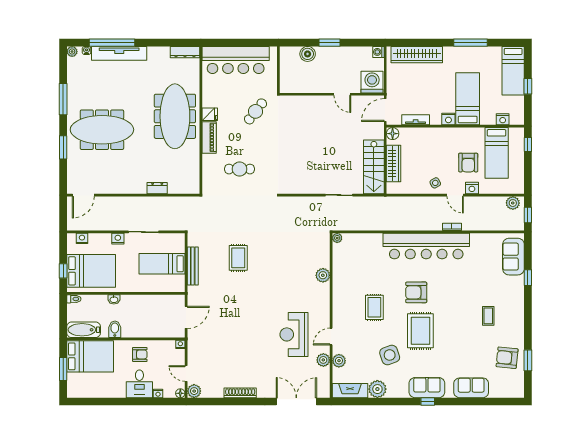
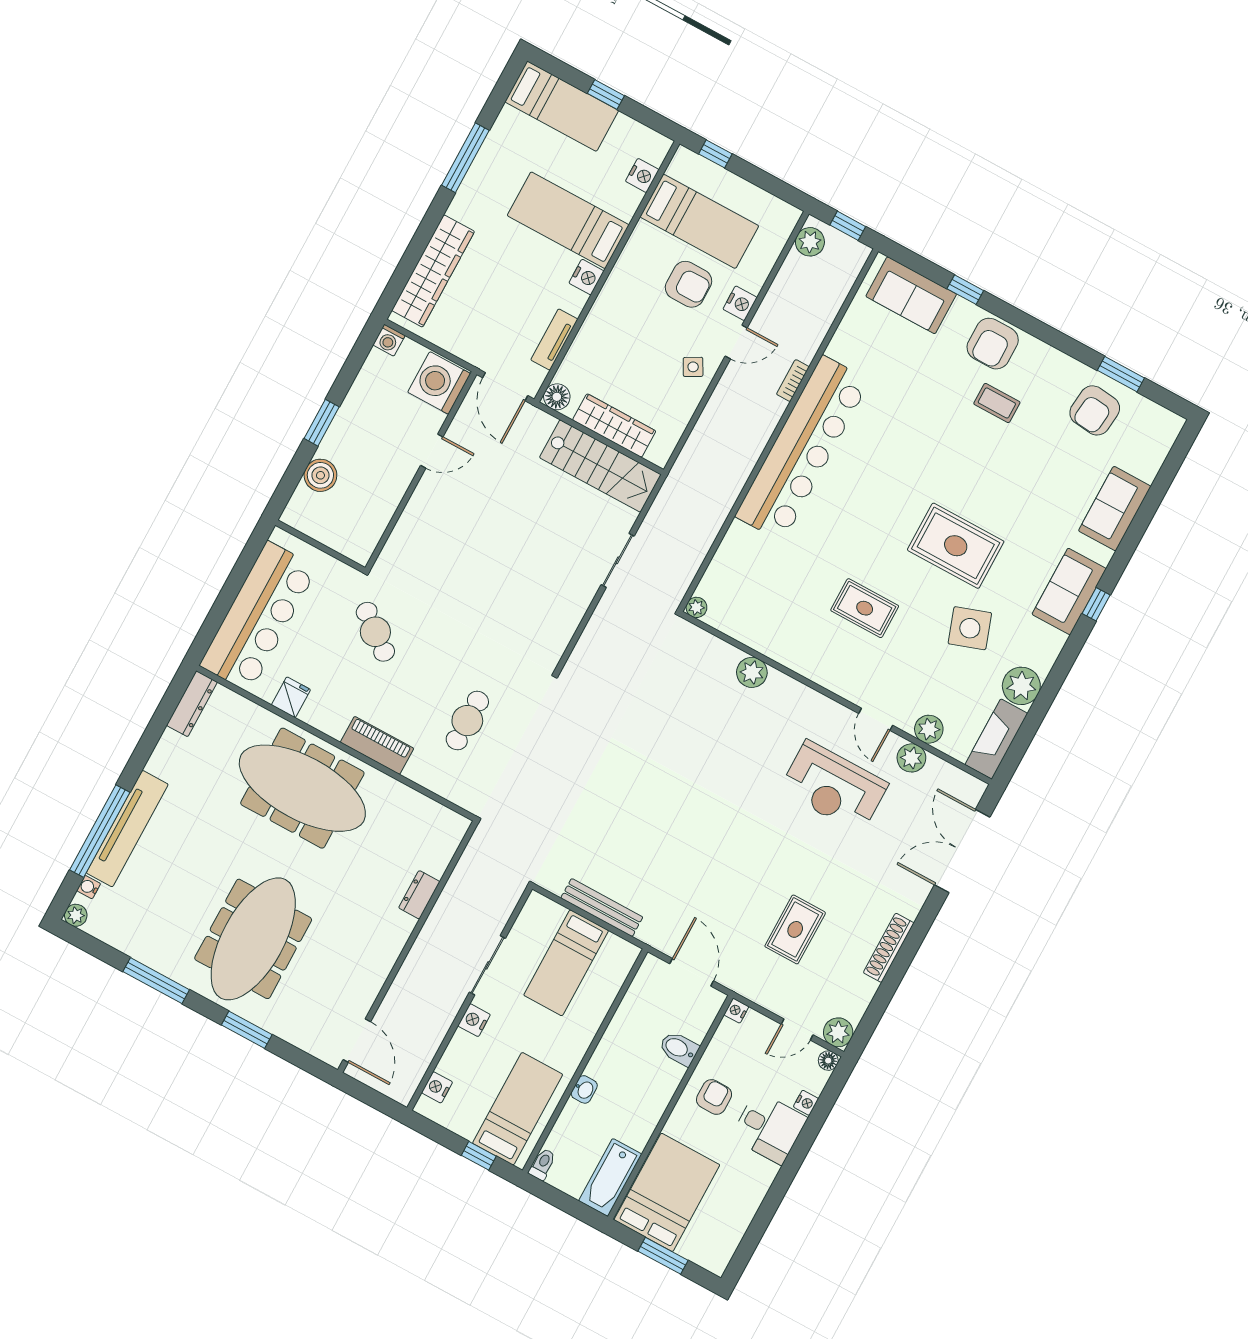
fridge: (210, 114) -> (291, 697), moved
rug: (238, 258) -> (795, 929), moved, turned 90
bed: (91, 271) -> (518, 1109), width x0.67
armchair: (416, 292) -> (993, 344), moved
bidet: (115, 329) -> (679, 1049), moved

